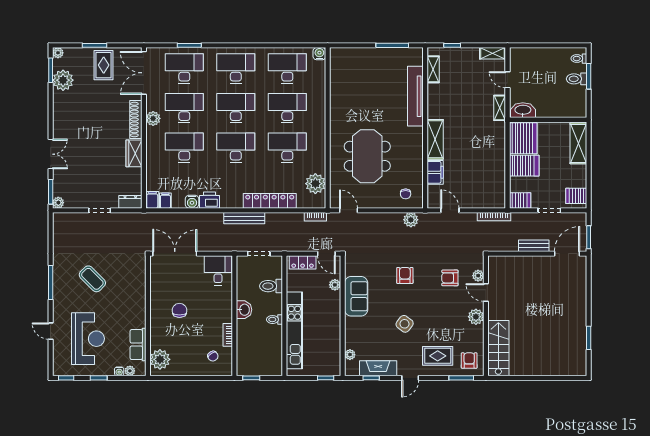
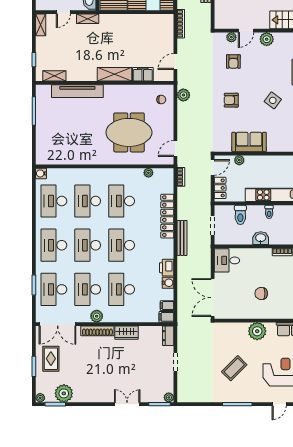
rug: (104, 65) -> (51, 359), turned 90
plant: (315, 184) -> (148, 173), width x0.53, depth x0.53
plant: (136, 306) -> (257, 331), added

